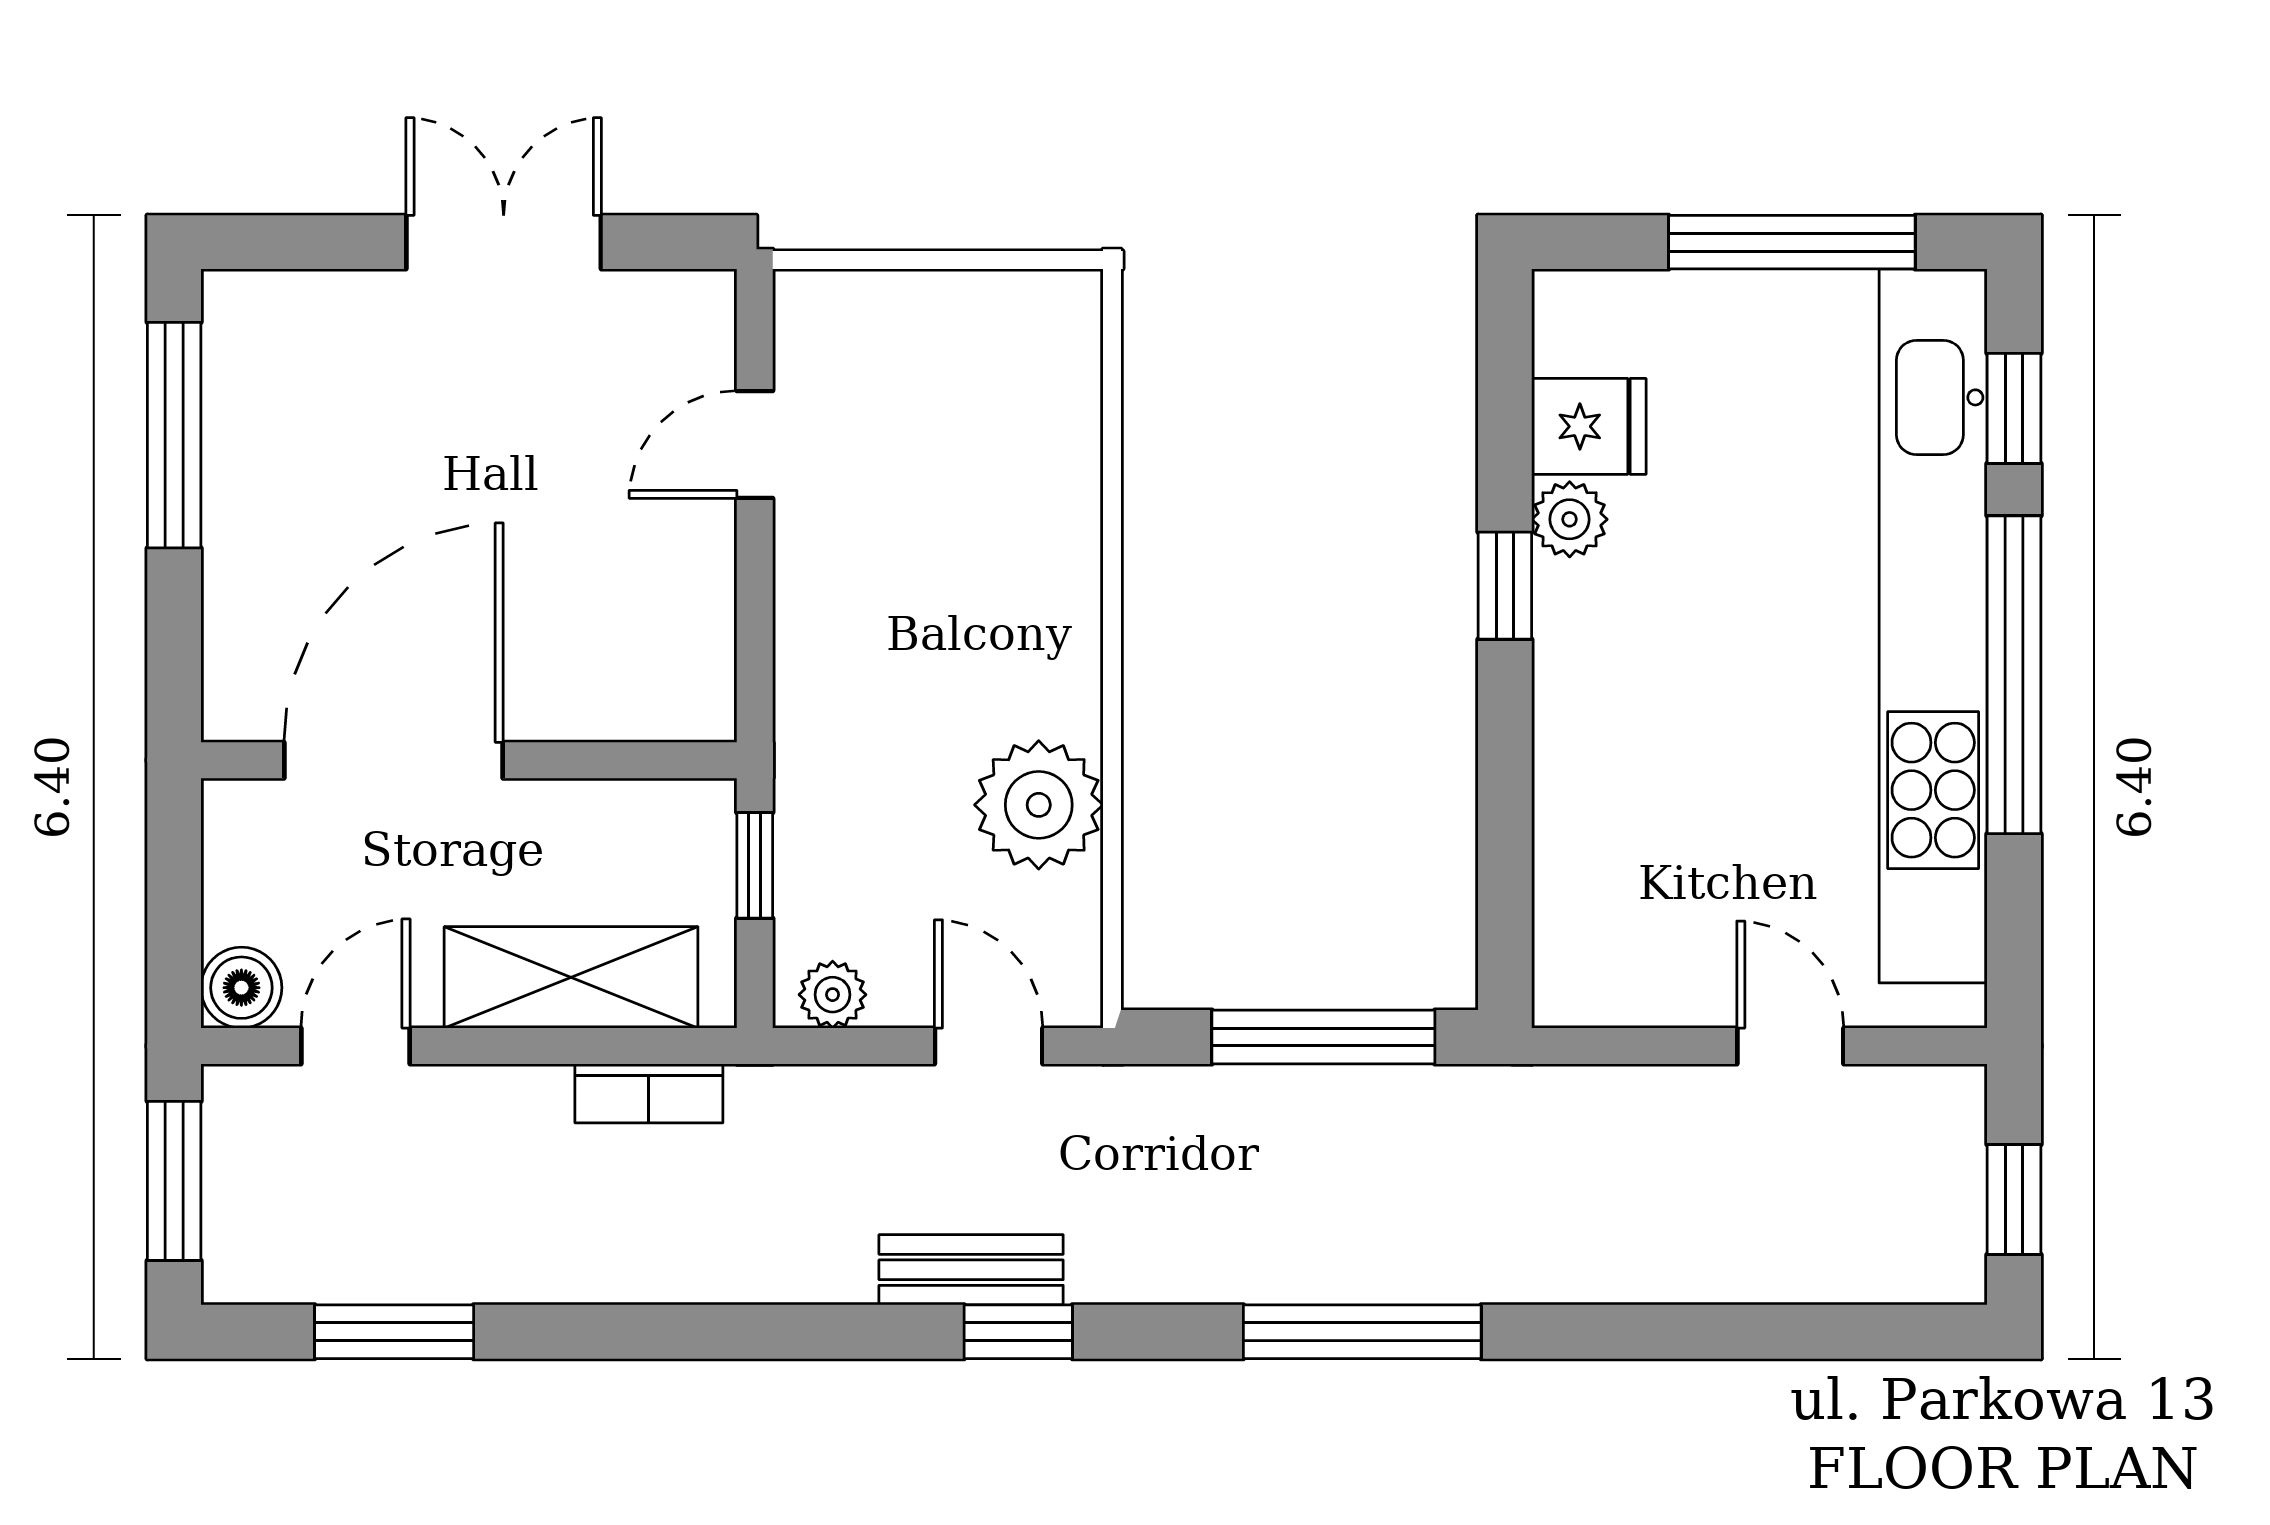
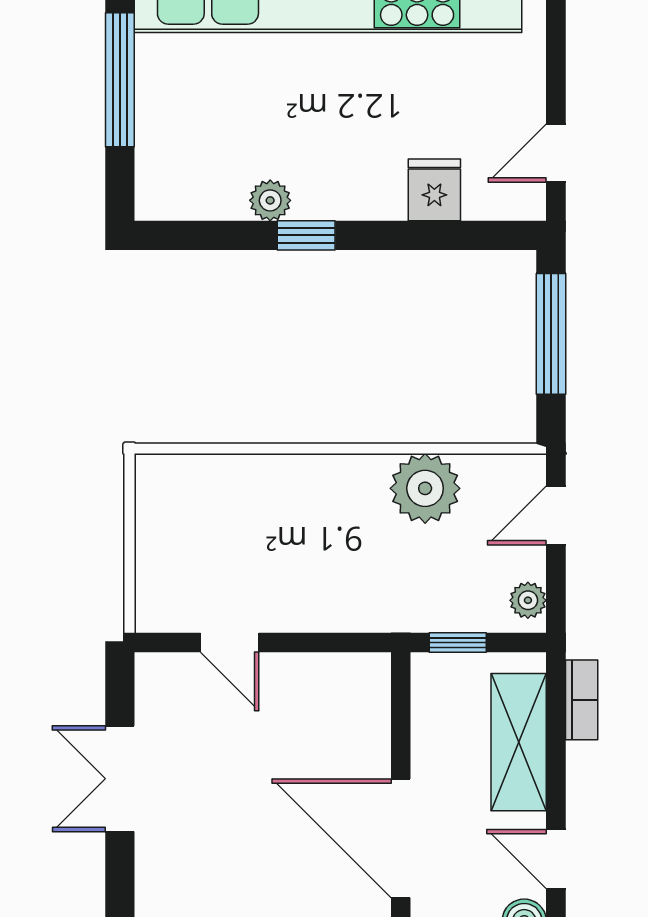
fridge: (1589, 426) -> (434, 190), moved
door: (1790, 1046) -> (556, 153), moved

